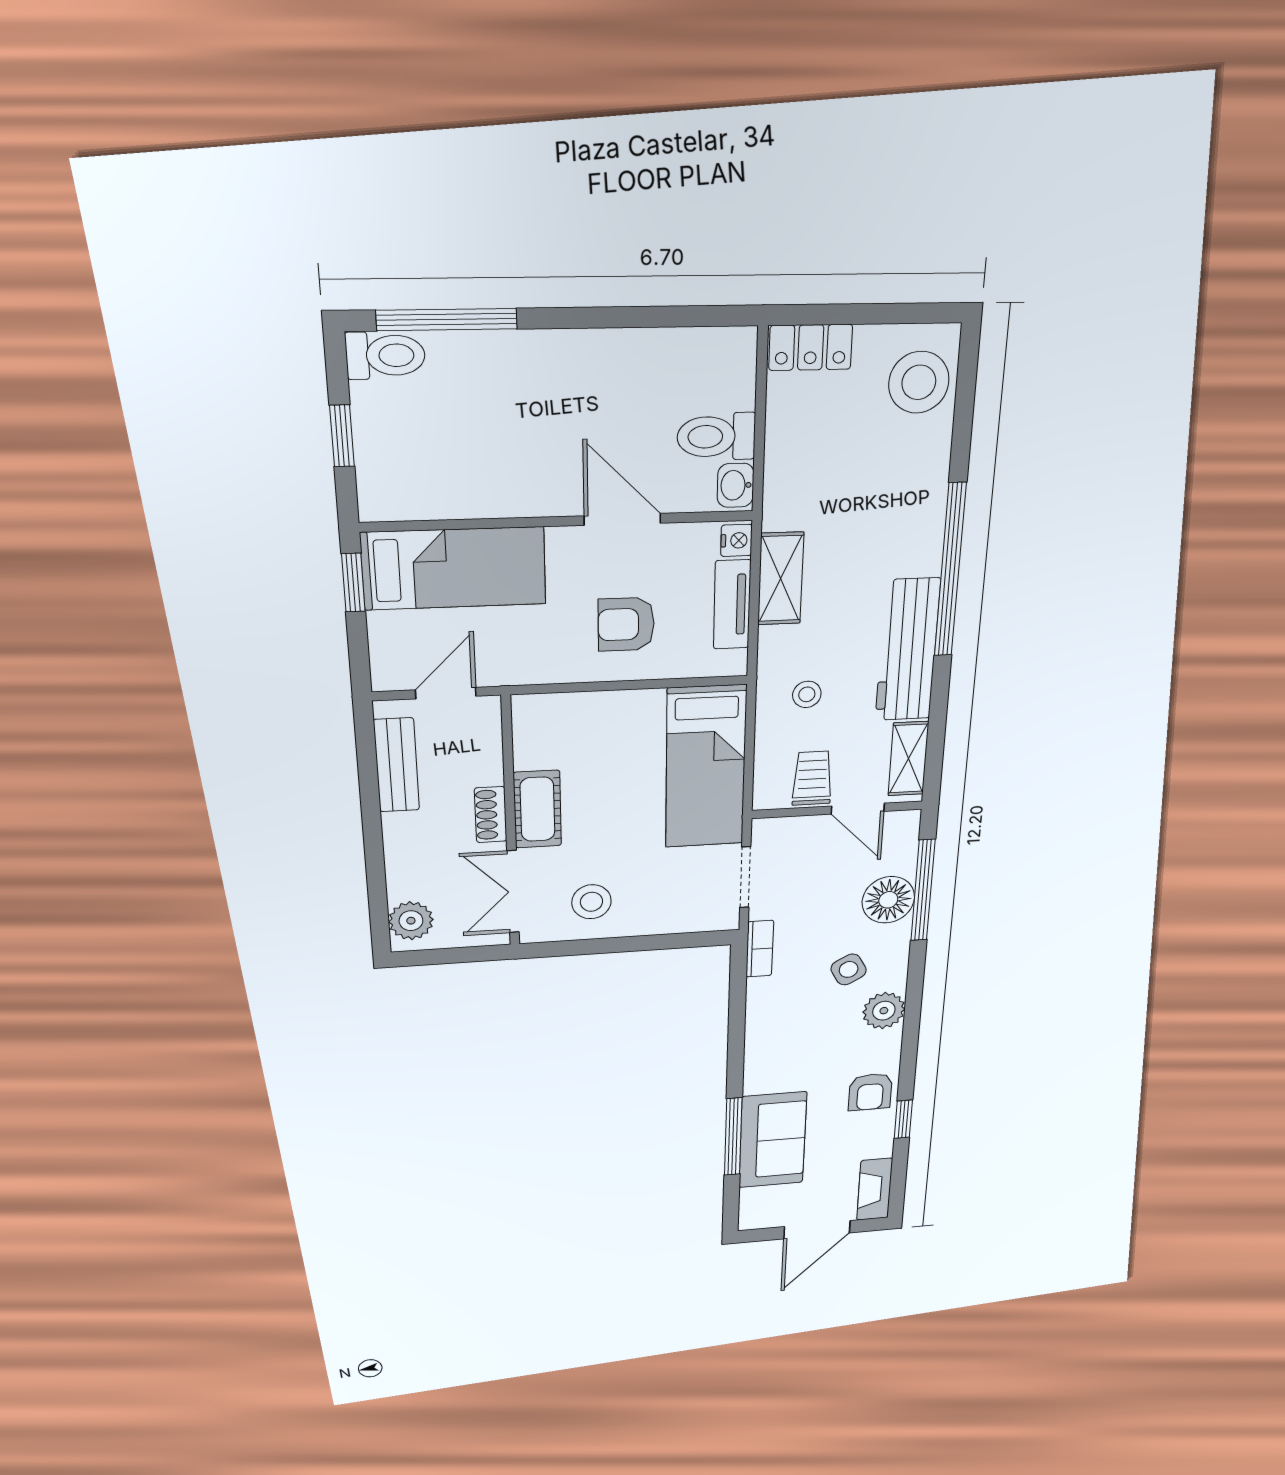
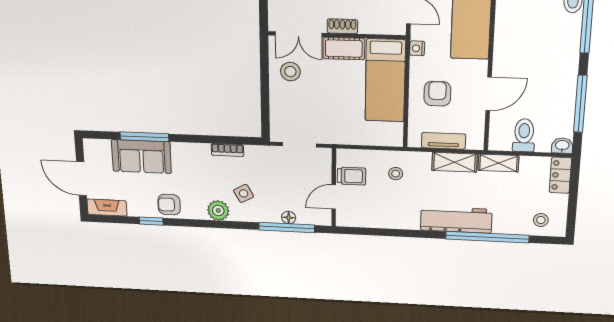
window: (638, 317) -> (580, 104), added
stool: (919, 382) -> (541, 220), width x0.53, depth x0.53
washbasin: (736, 485) -> (562, 146), moved
nightstand: (736, 540) -> (417, 48), moved, turned 90
window: (950, 571) -> (487, 237), moved
workbench: (908, 650) -> (456, 220), moved
shelving: (908, 759) -> (498, 163), moved
bed: (706, 767) -> (385, 80), moved, turned -90
double door: (513, 892) -> (298, 34), swing flipped
floor lamp: (888, 900) -> (289, 218), width x0.53, depth x0.53
bookcase: (760, 949) -> (227, 150), moved

